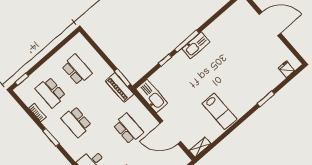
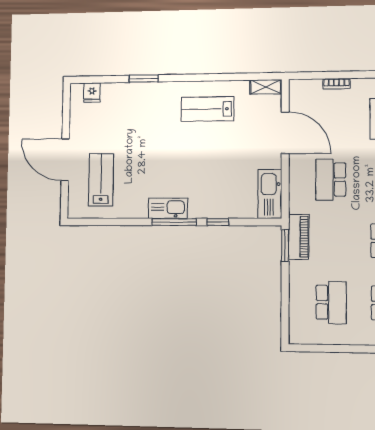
lab bench: (242, 30) -> (101, 180), added
school desk: (77, 70) -> (331, 302), turned 180
lab bench: (220, 111) -> (208, 109), turned -90

